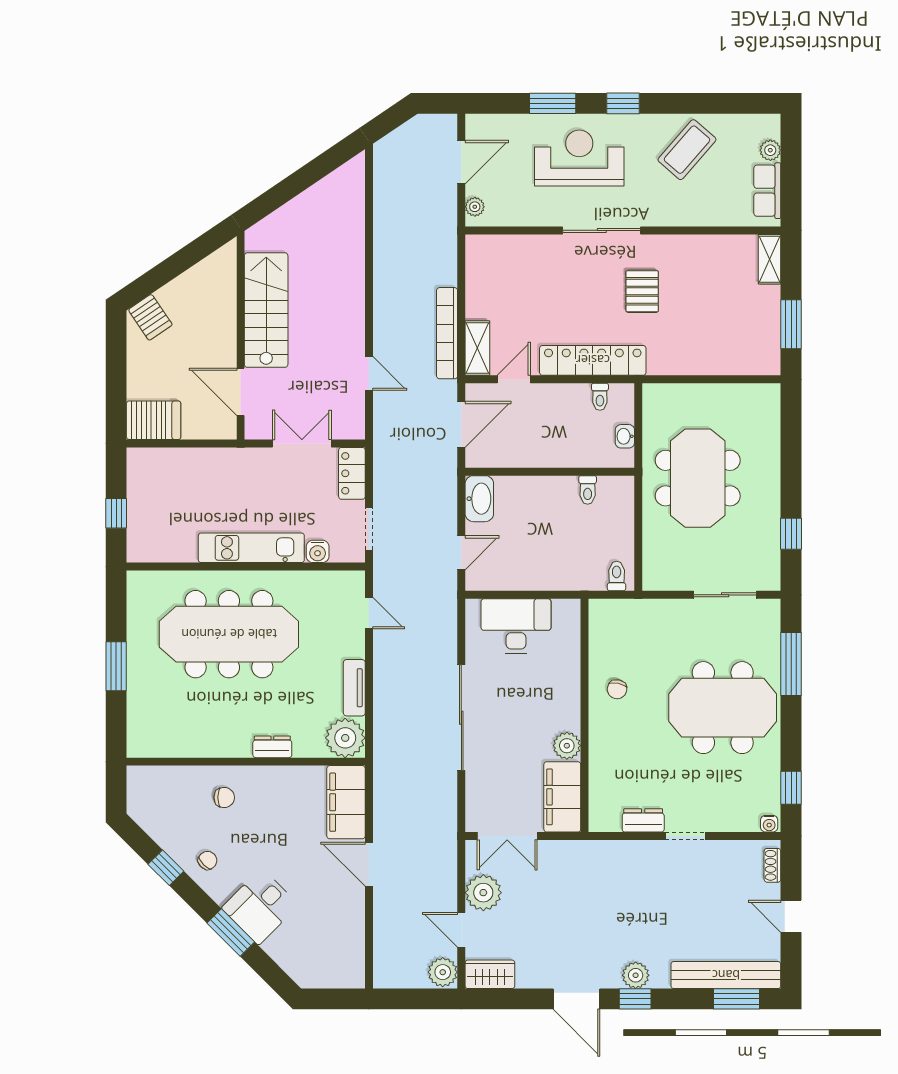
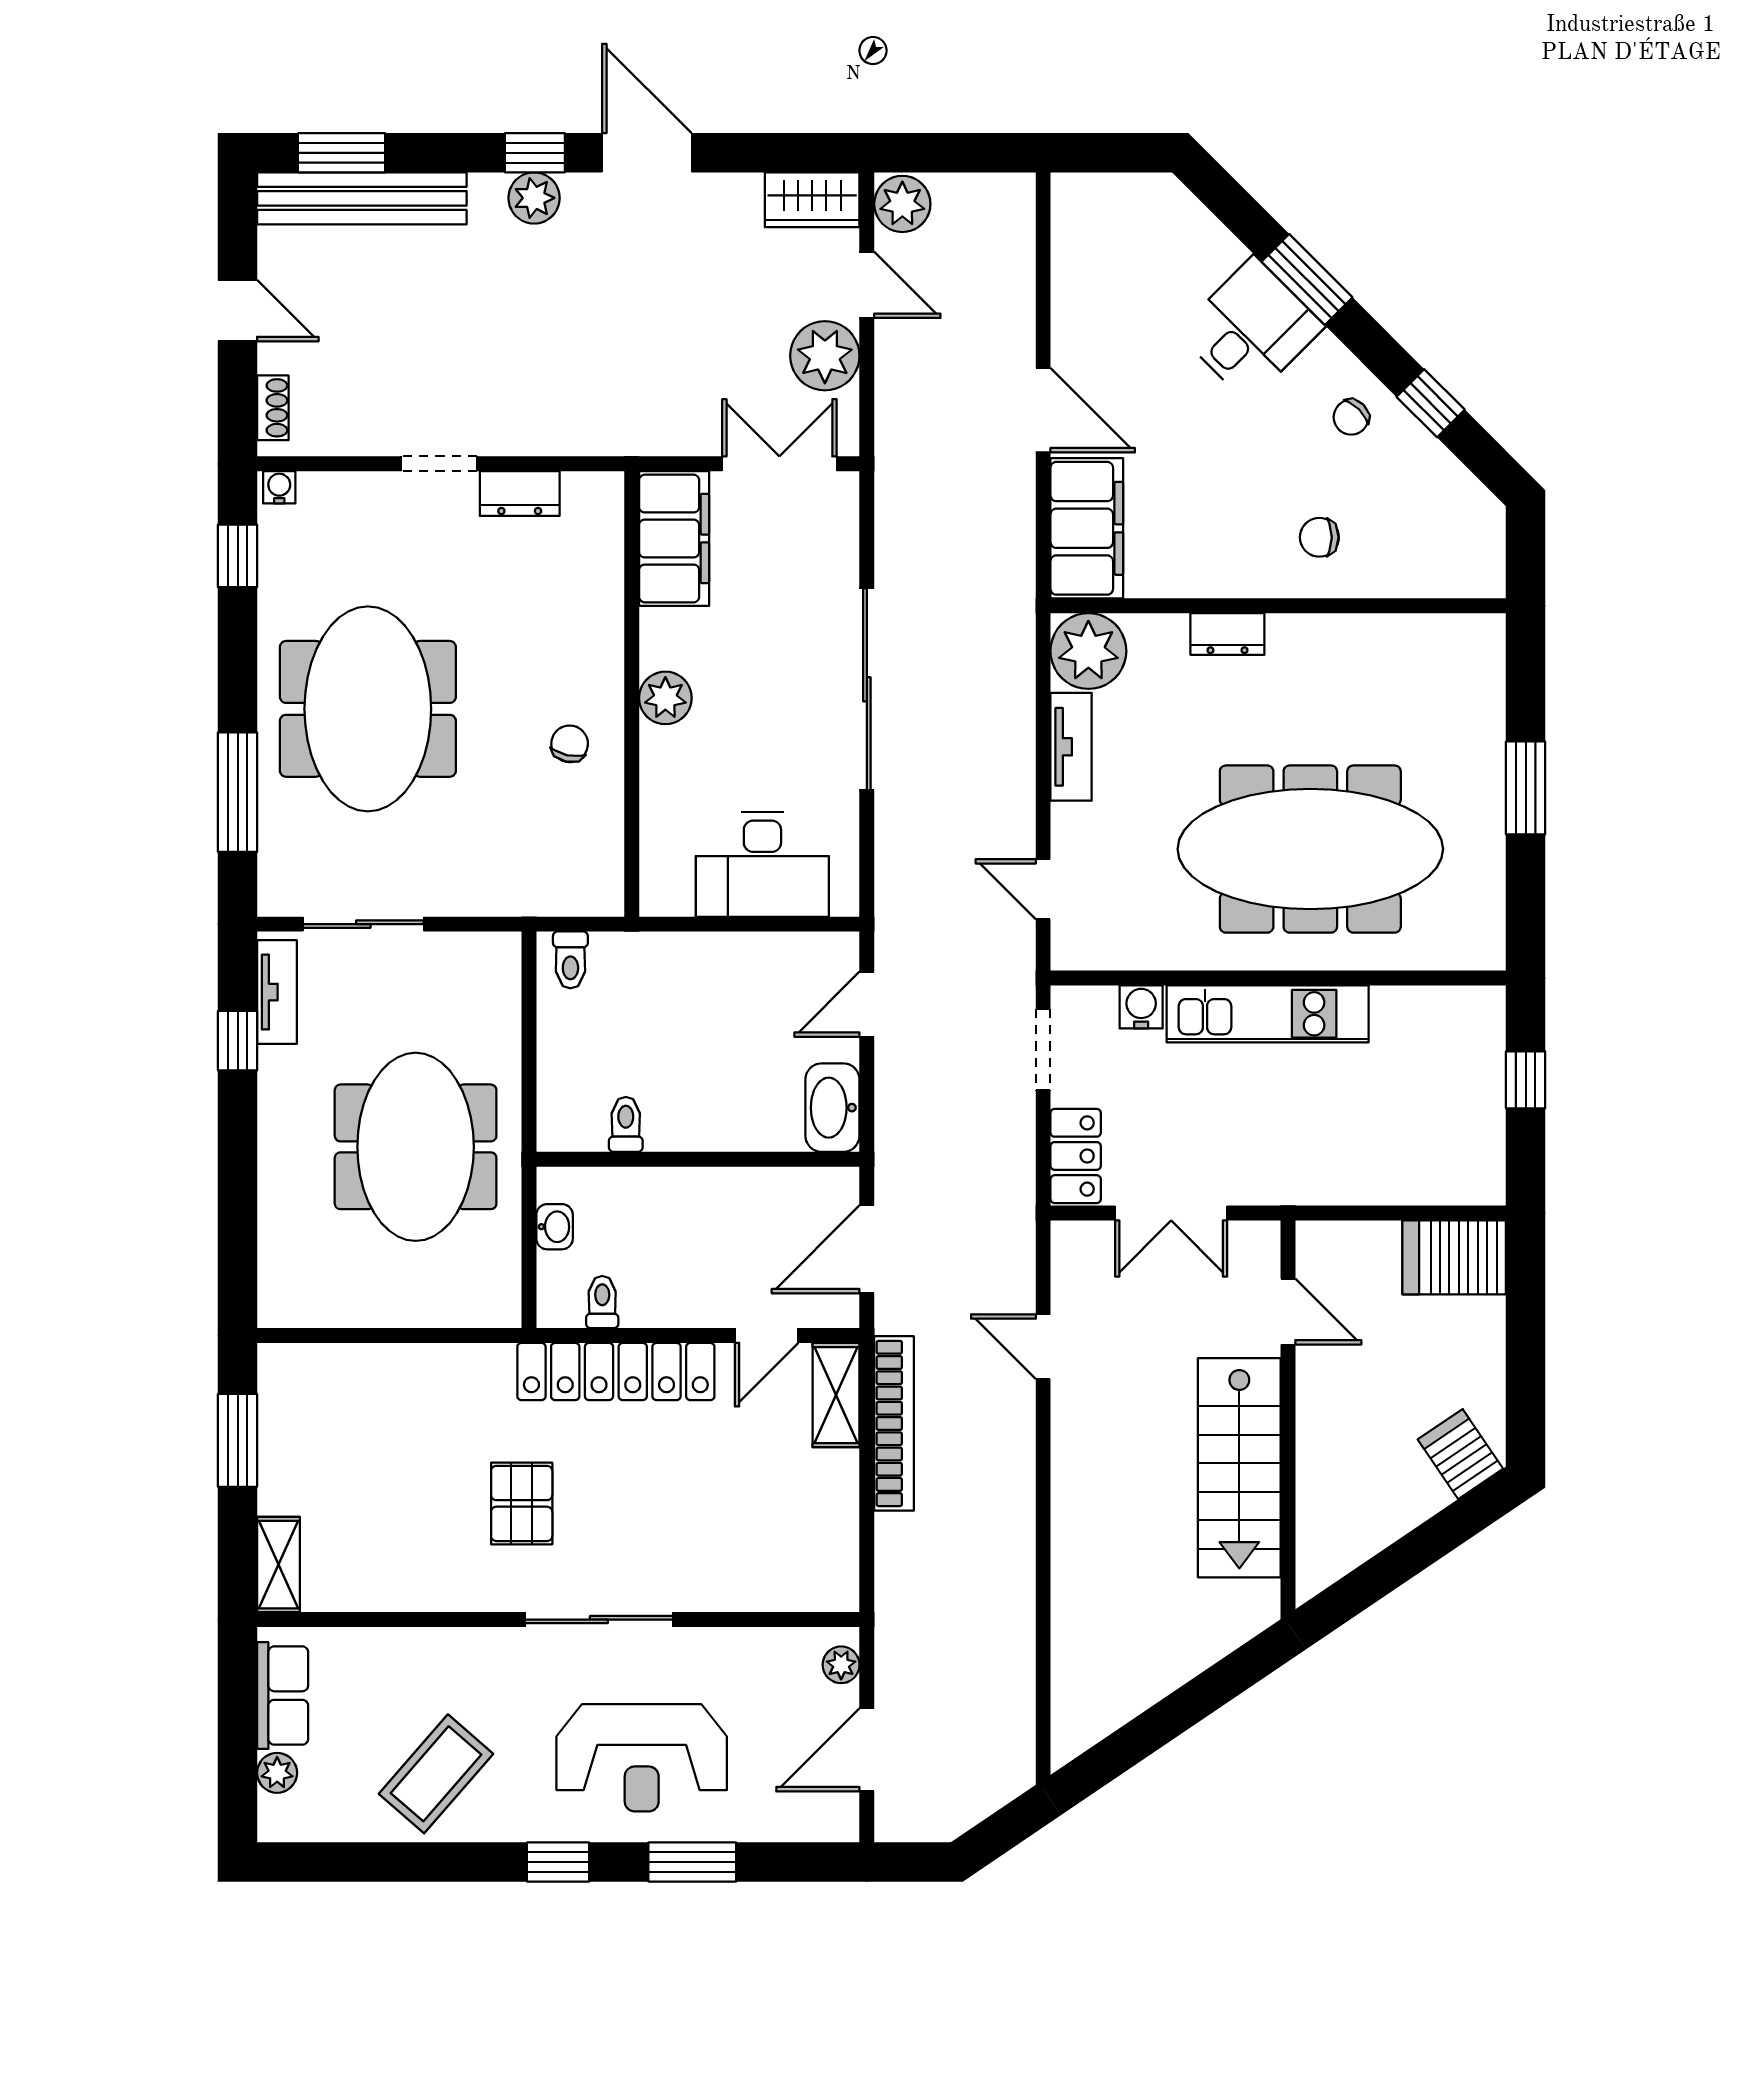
door: (241, 392) -> (1288, 1312), width x0.73
tv unit: (770, 559) -> (277, 992), added
meeting table: (723, 708) -> (368, 709), turned 90
plant: (567, 746) -> (665, 698), moved

